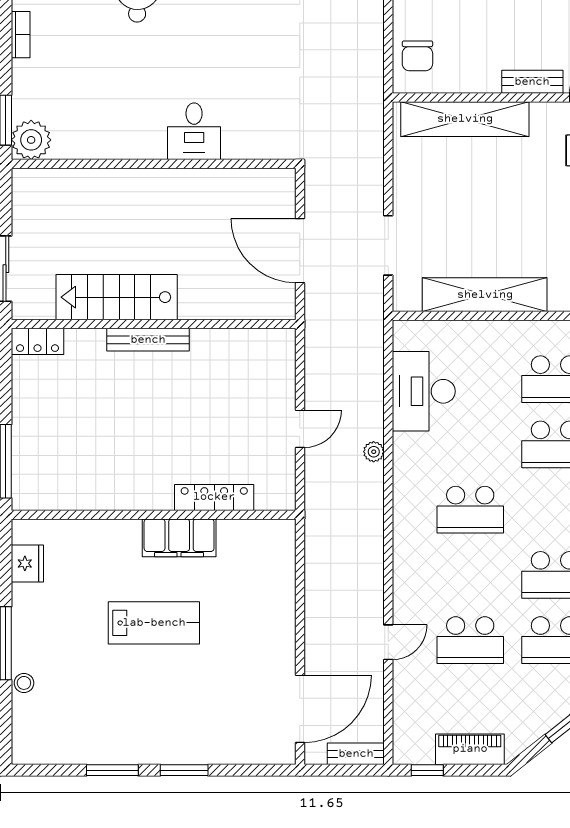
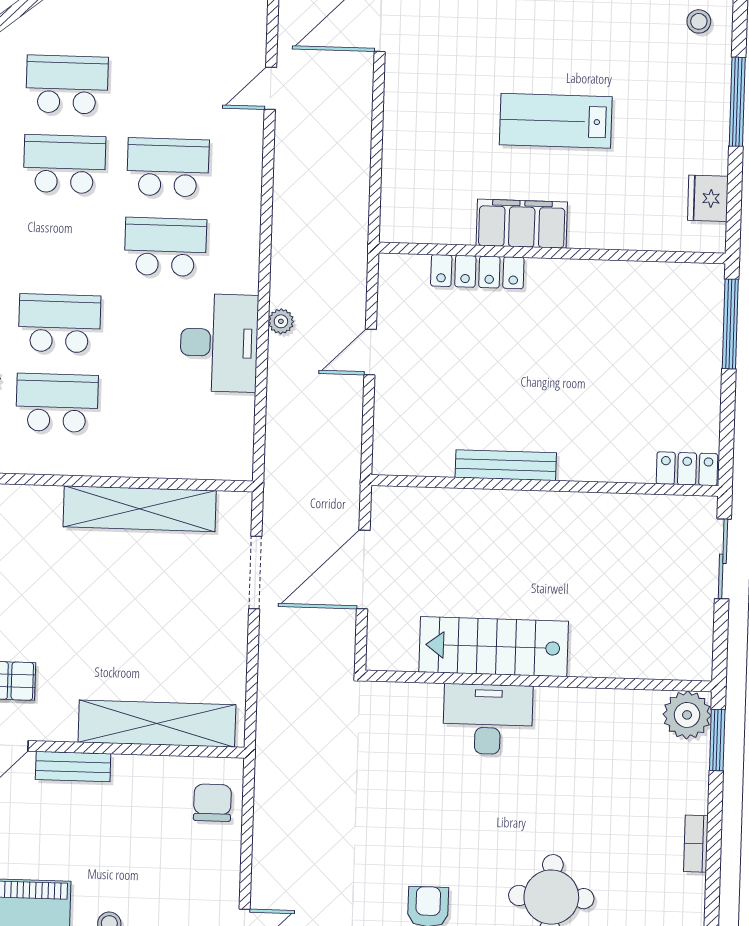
desk: (194, 131) -> (488, 719), width x1.37
door: (300, 251) -> (363, 570), swing flipped
stairs: (117, 297) -> (494, 647), moved, turned 180
bench: (148, 340) -> (506, 465), moved
desk: (424, 391) -> (219, 343), moved
school desk: (470, 640) -> (168, 167), moved
stool: (24, 683) -> (699, 21), moved

